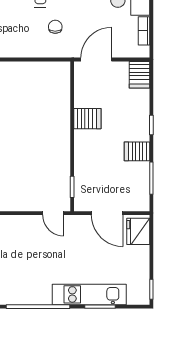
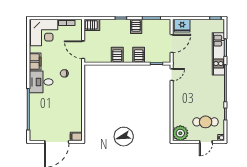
server rack: (87, 156) -> (139, 55), added

